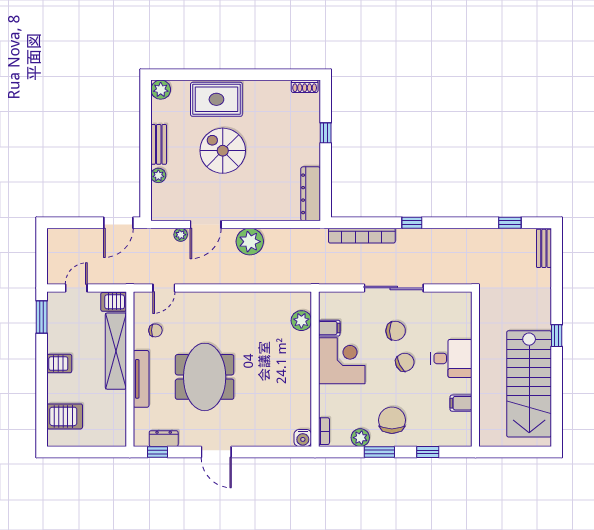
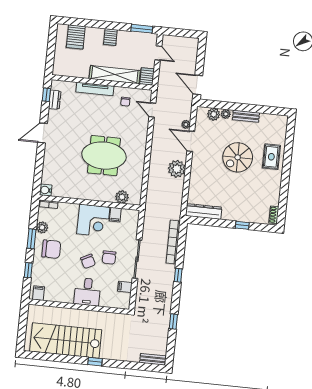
plant: (161, 90) -> (214, 114), moved
rug: (216, 99) -> (271, 157), width x0.73, depth x0.70
spiral stairs: (223, 151) -> (238, 157), turned 180
window: (510, 223) -> (173, 321), moved
filing cabinet: (438, 302) -> (125, 287), added
meeting table: (205, 377) -> (104, 156), moved
filing cabinet: (461, 403) -> (38, 293), moved

